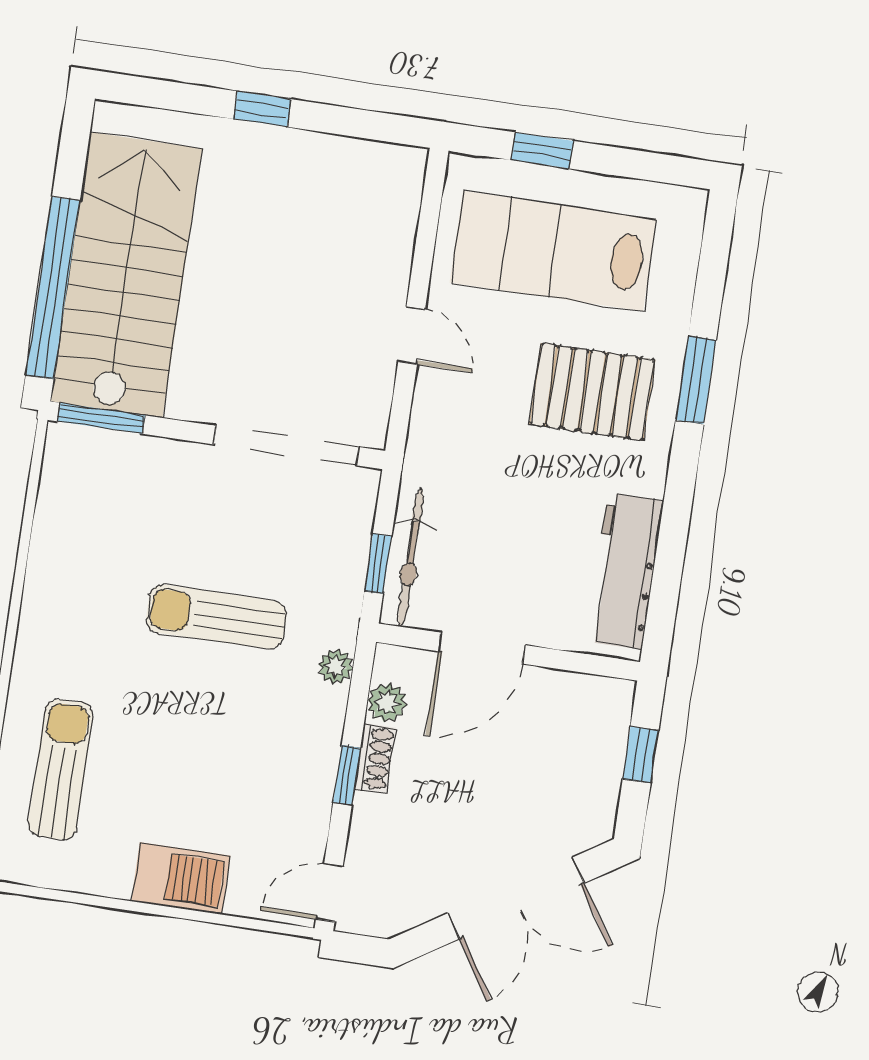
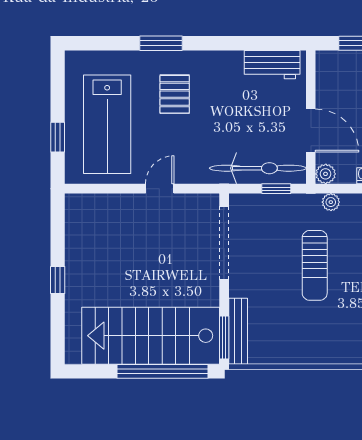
pallet: (592, 392) -> (175, 94), width x0.67, depth x0.71
bench: (110, 448) -> (238, 331), added
bicycle: (411, 557) -> (258, 168), width x1.37, depth x1.40
workbench: (625, 571) -> (272, 65), width x0.73
plant: (387, 703) -> (326, 174), moved

